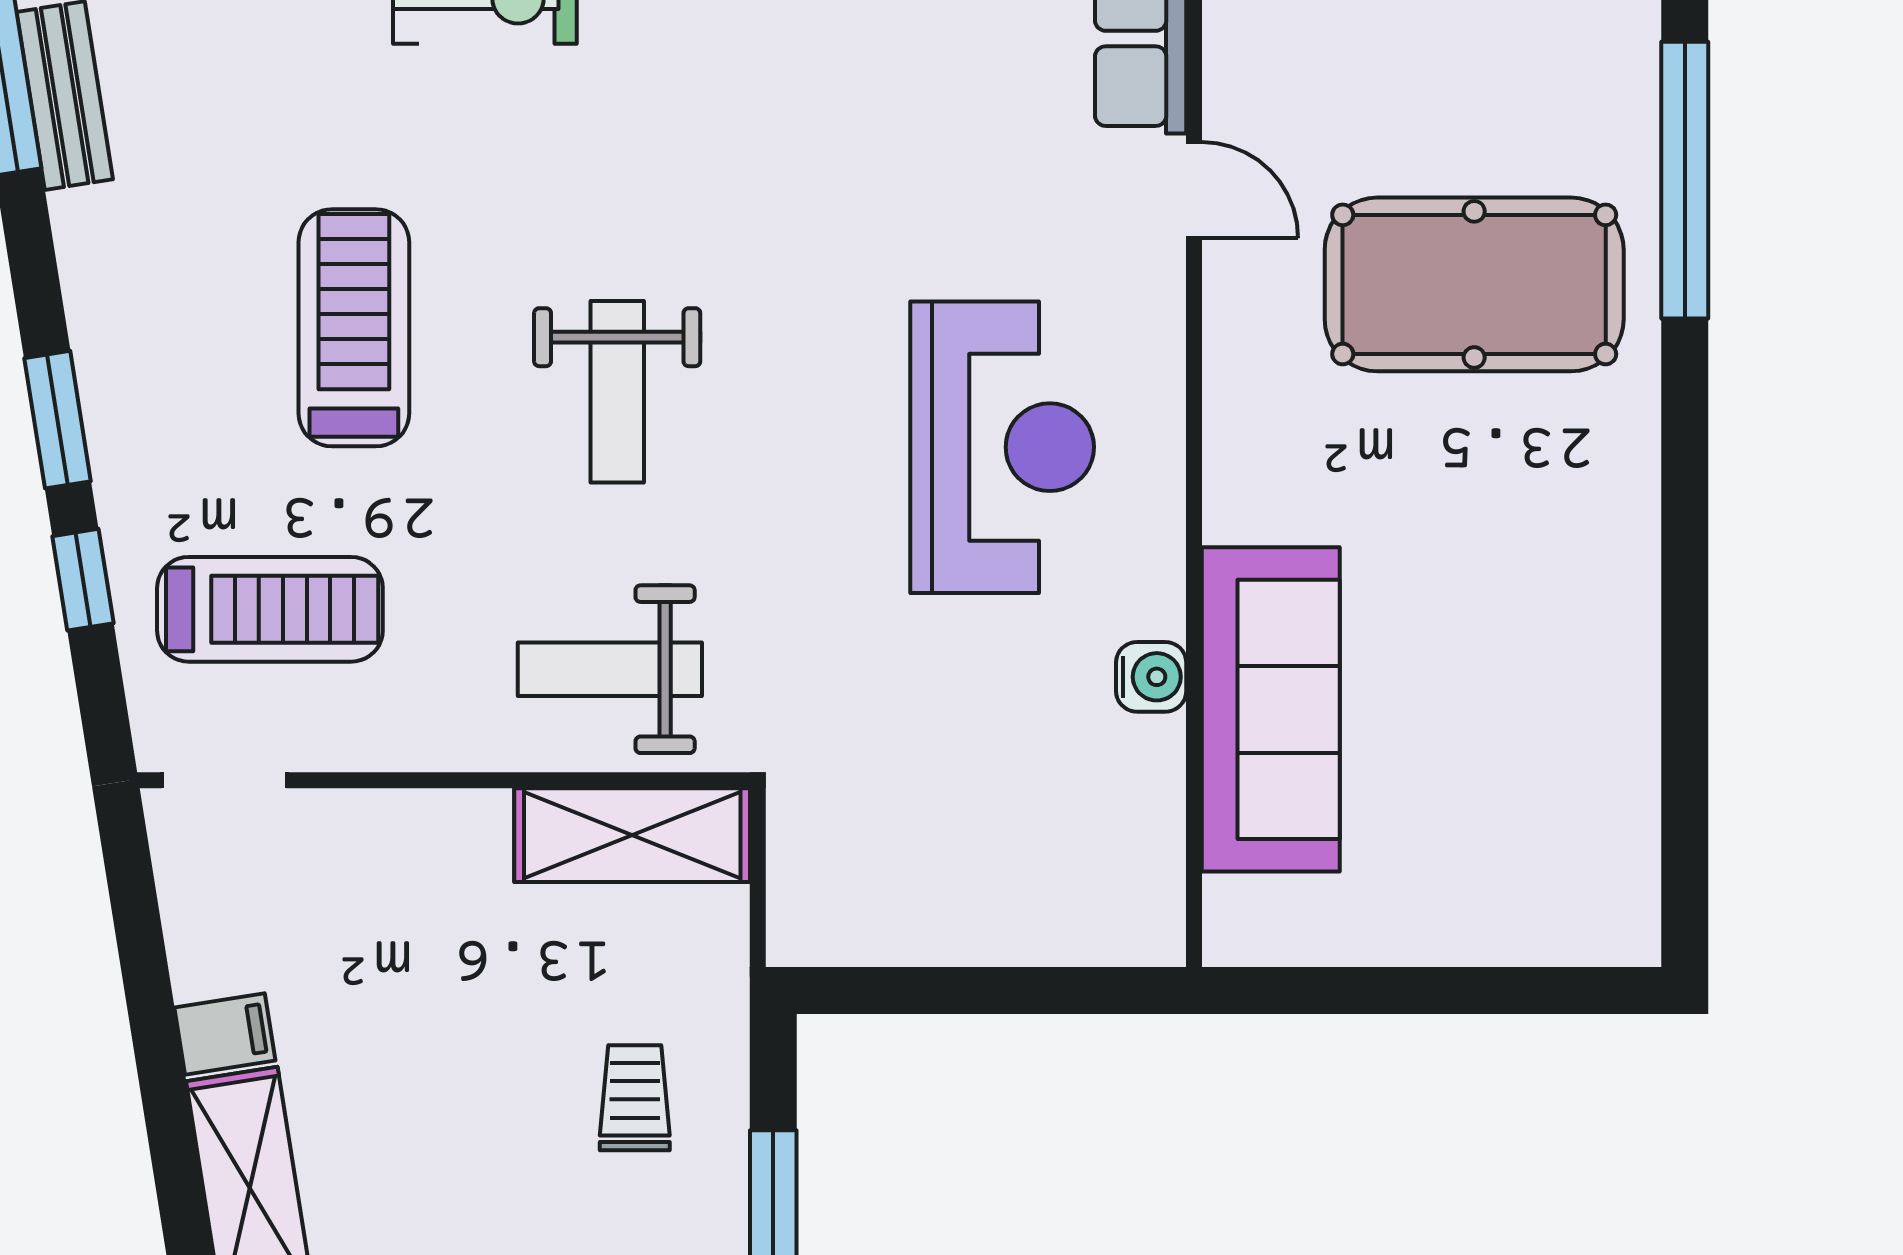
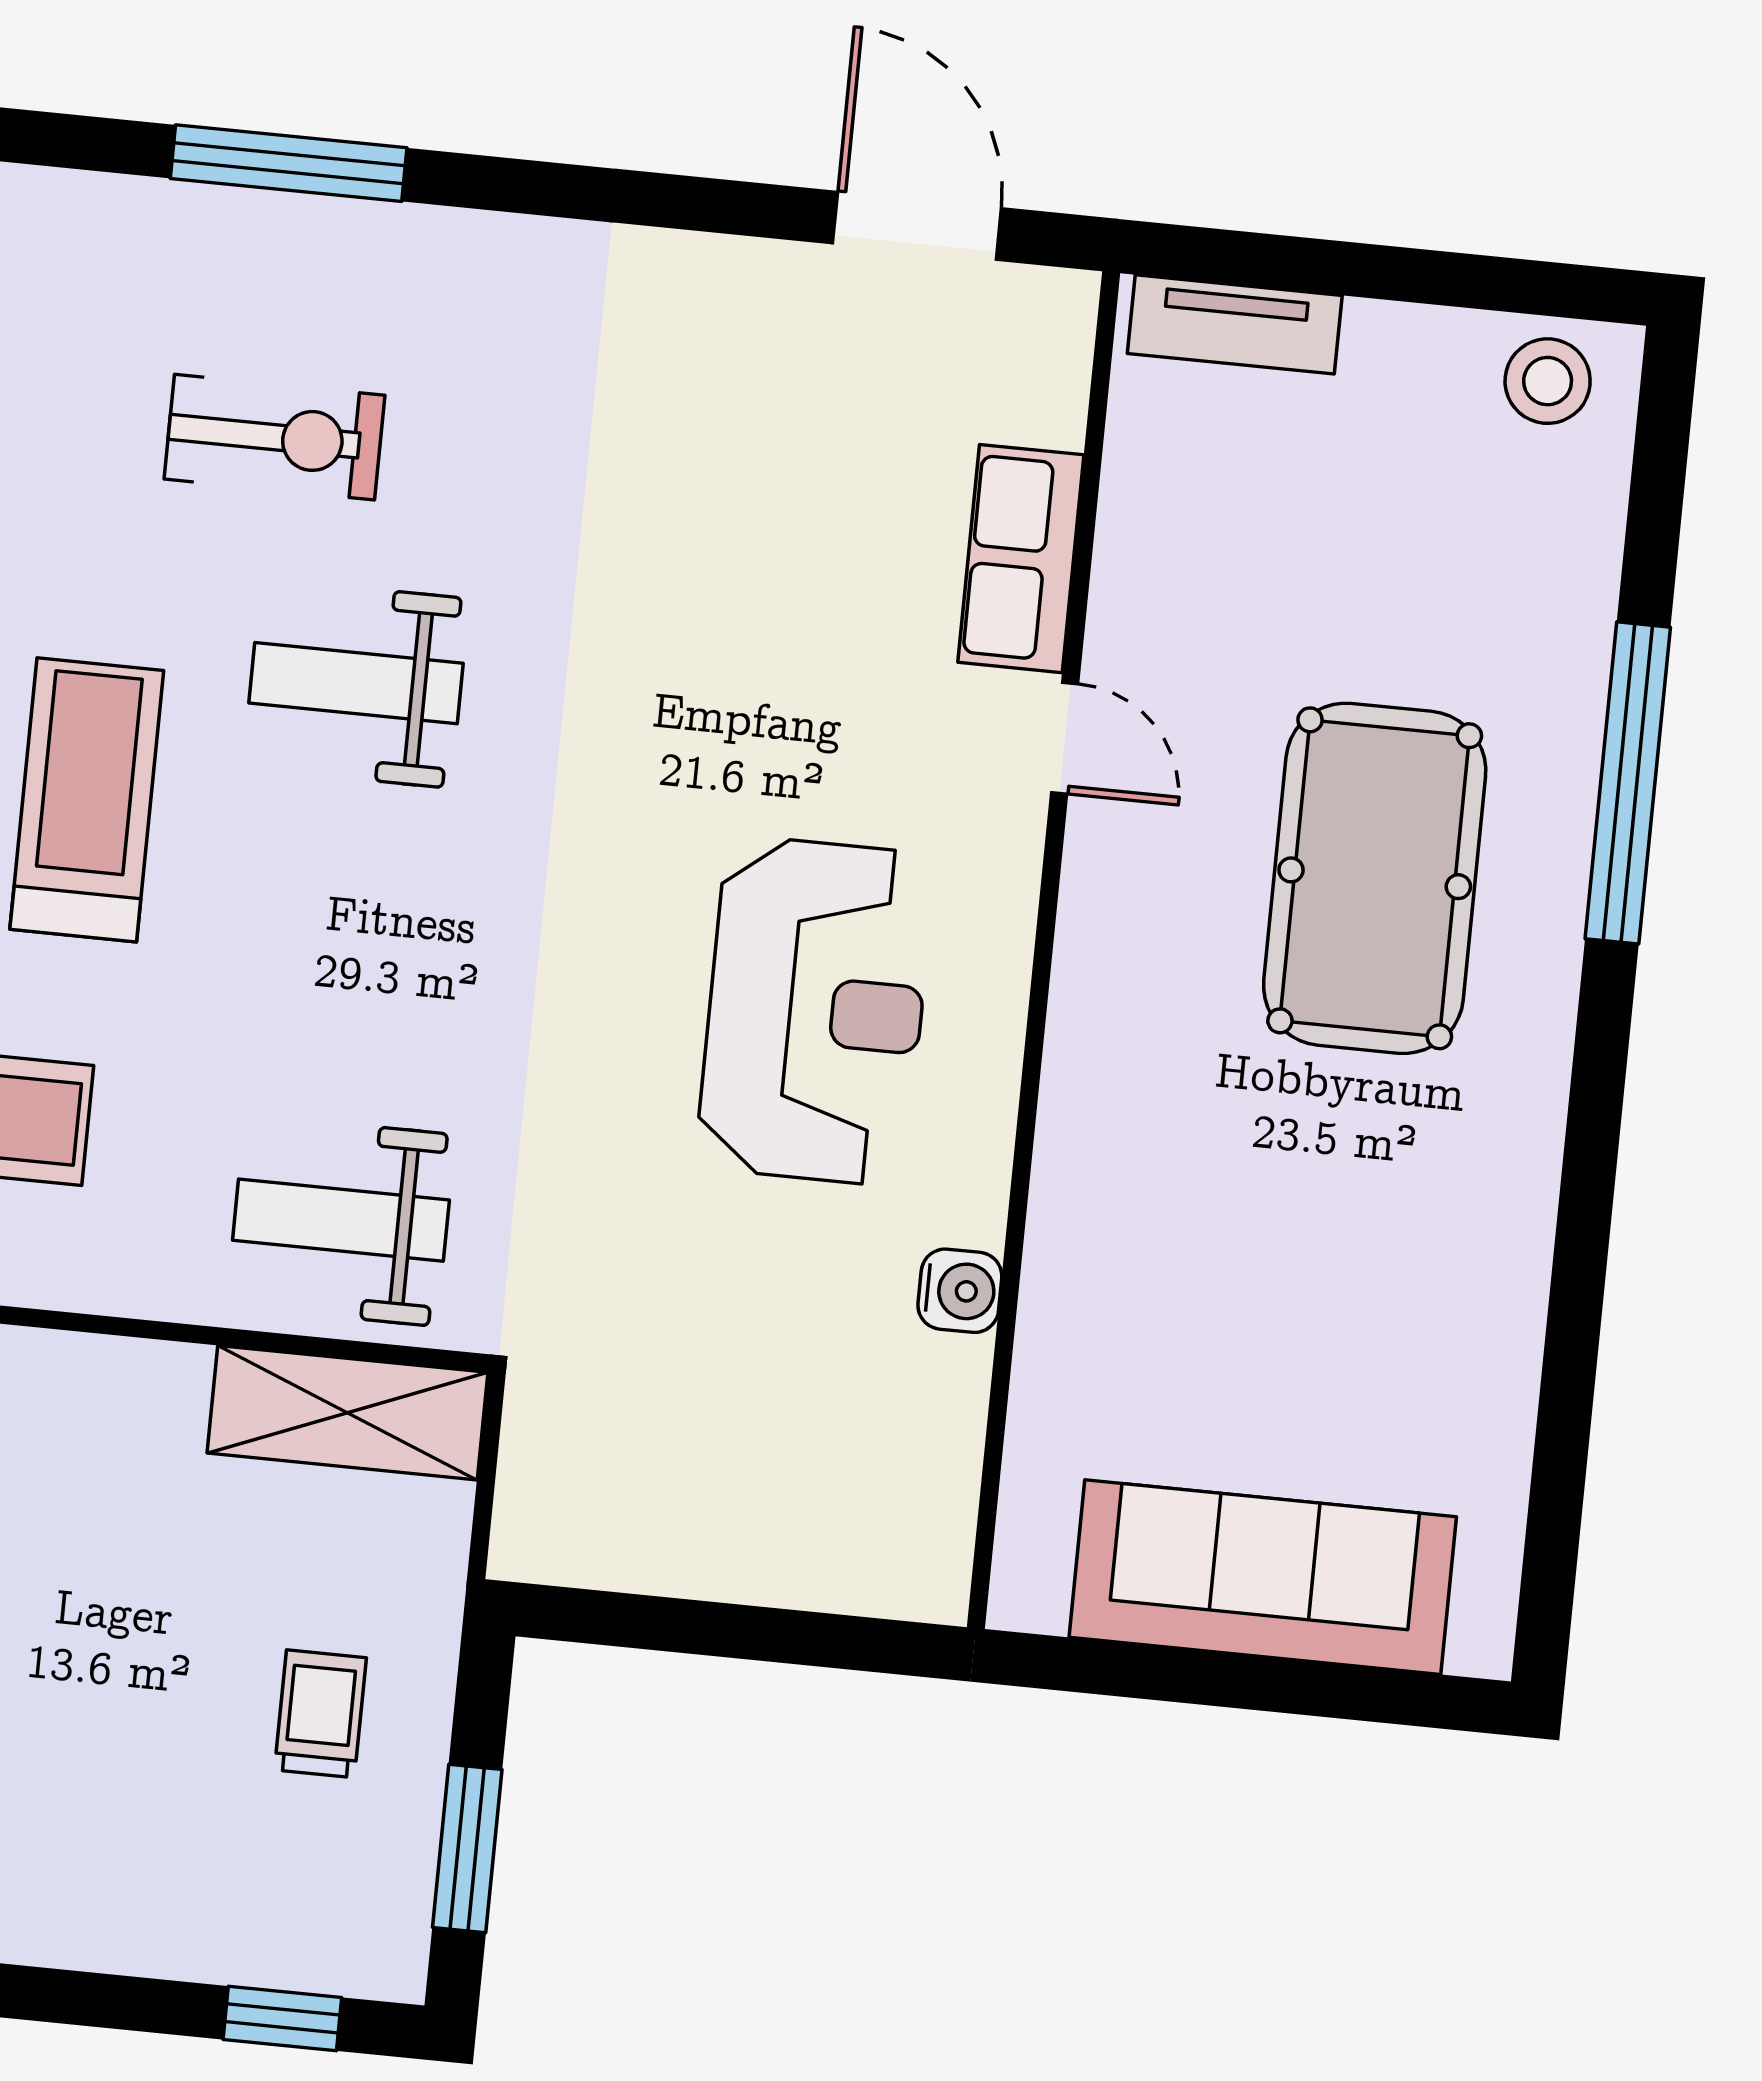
pool table: (1474, 284) -> (1375, 878), turned 90
weight bench: (617, 392) -> (356, 683), moved, turned 90
sofa: (1271, 709) -> (1263, 1577), moved, turned -90

